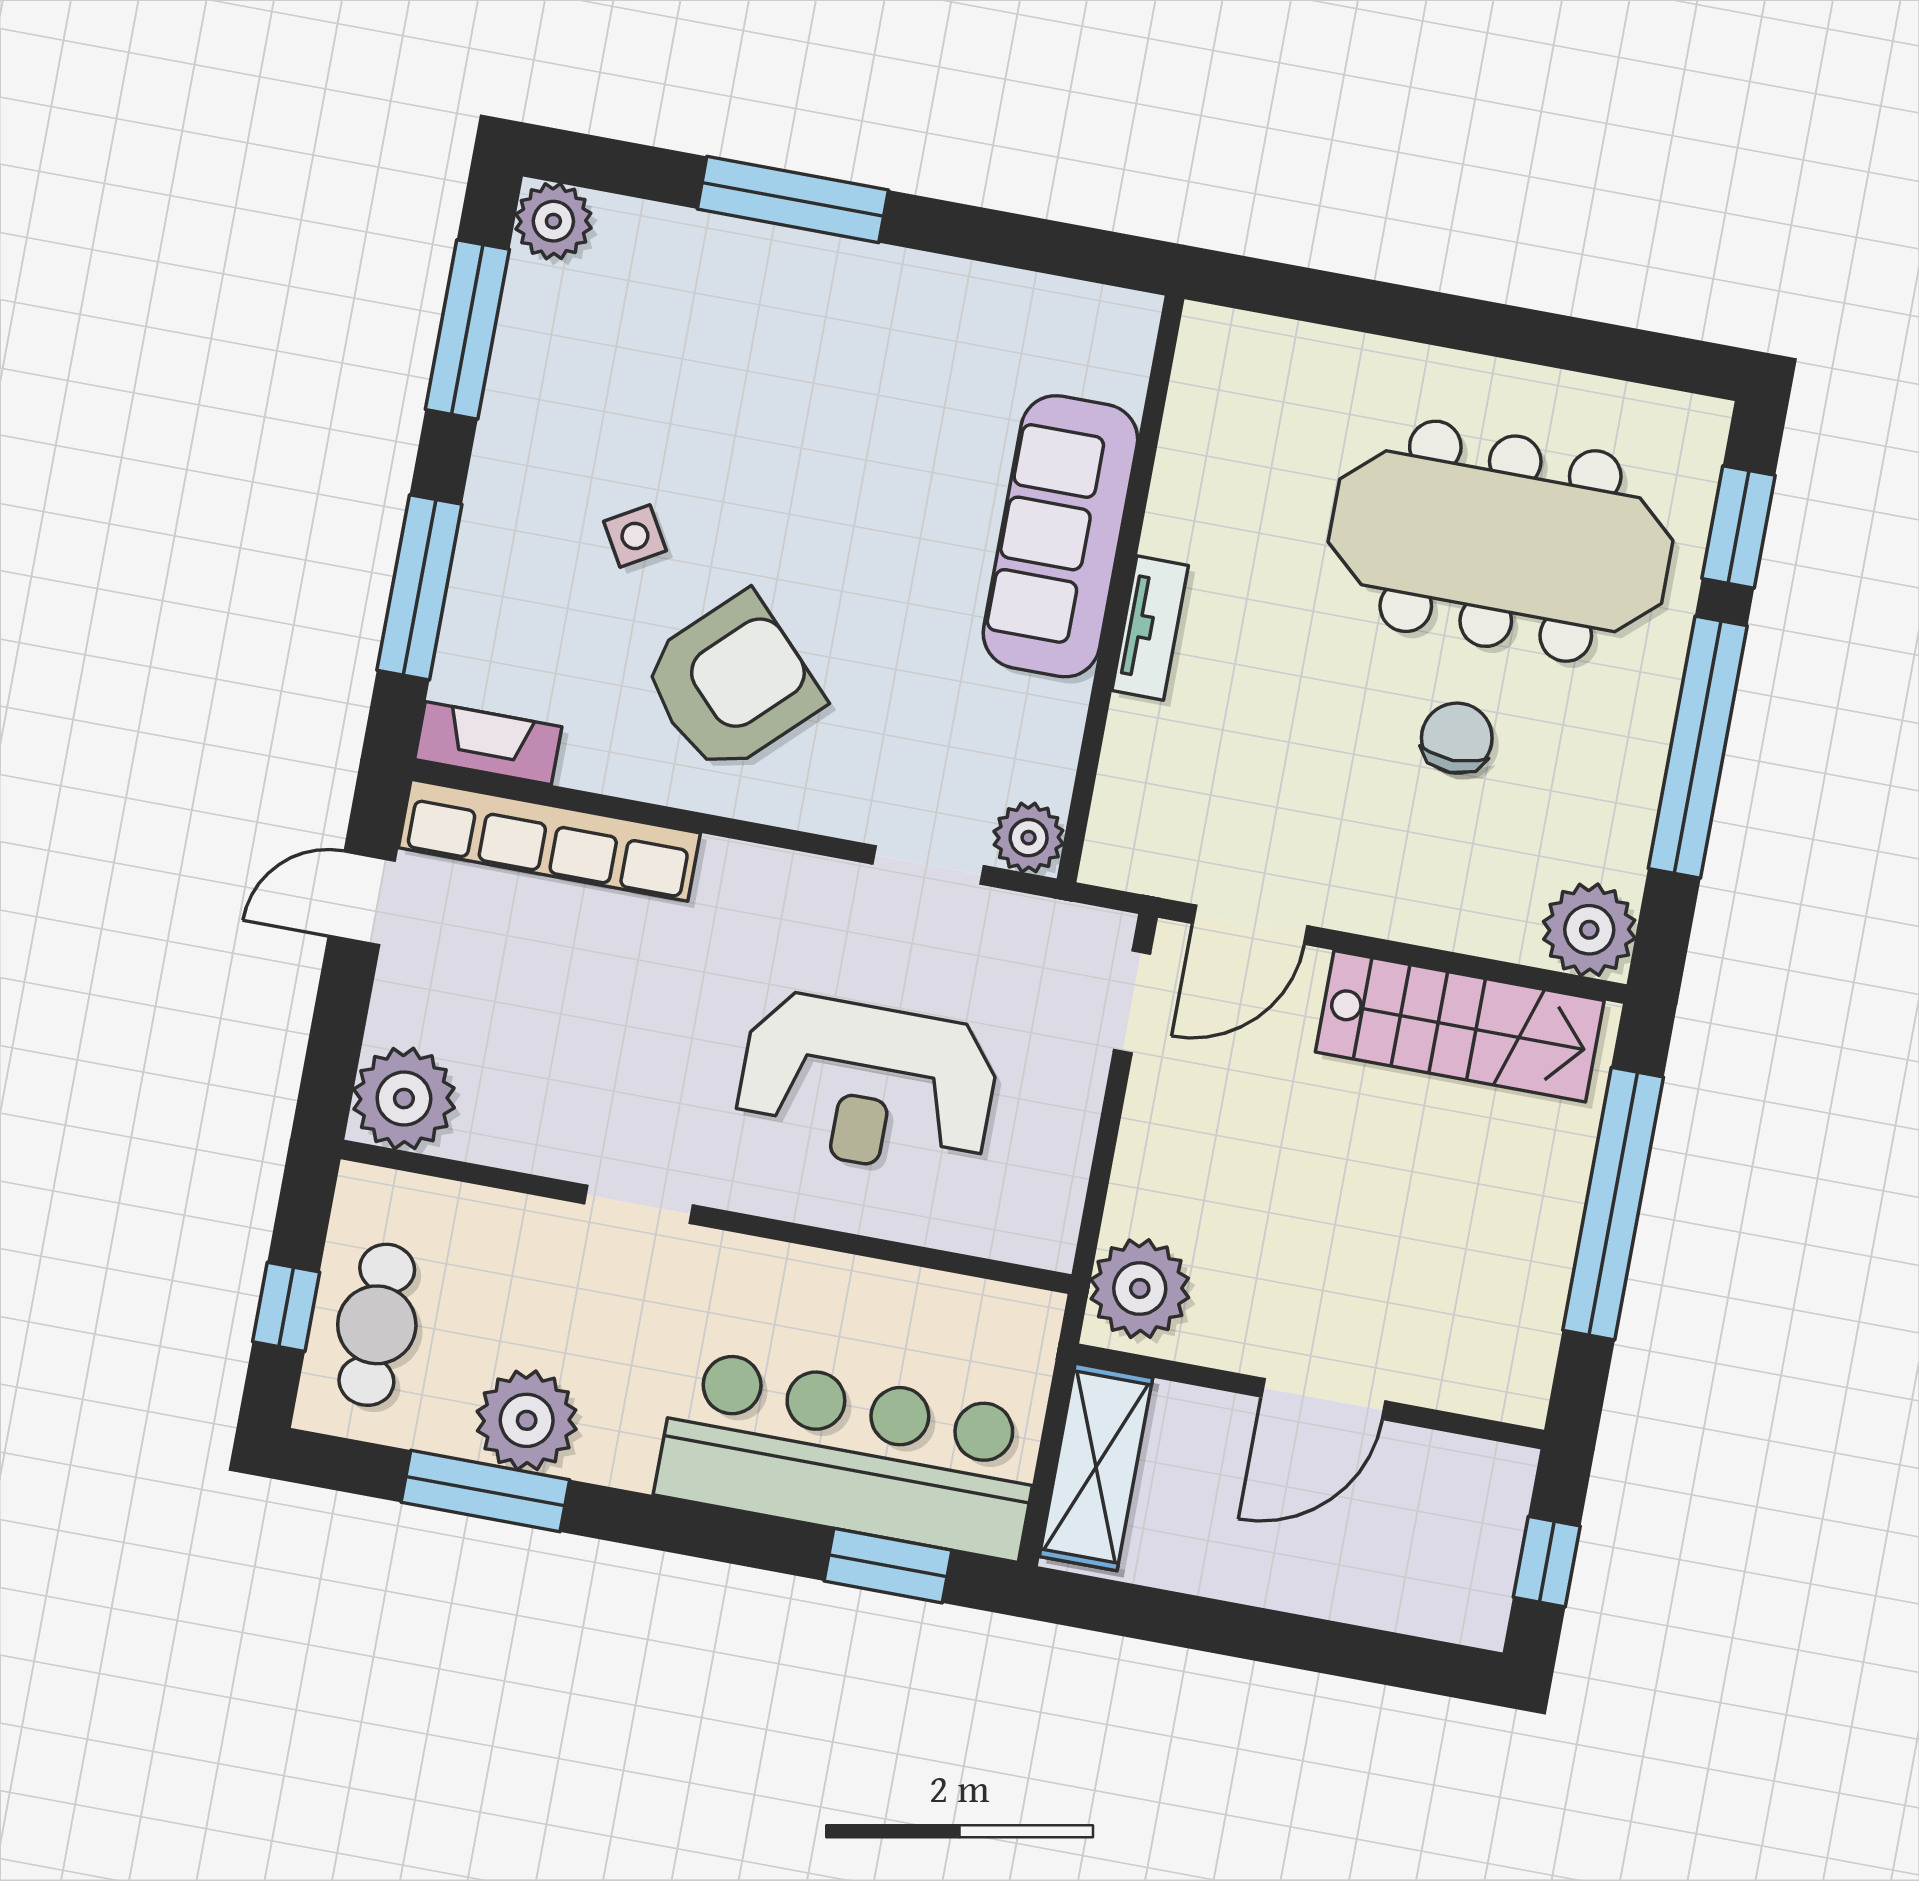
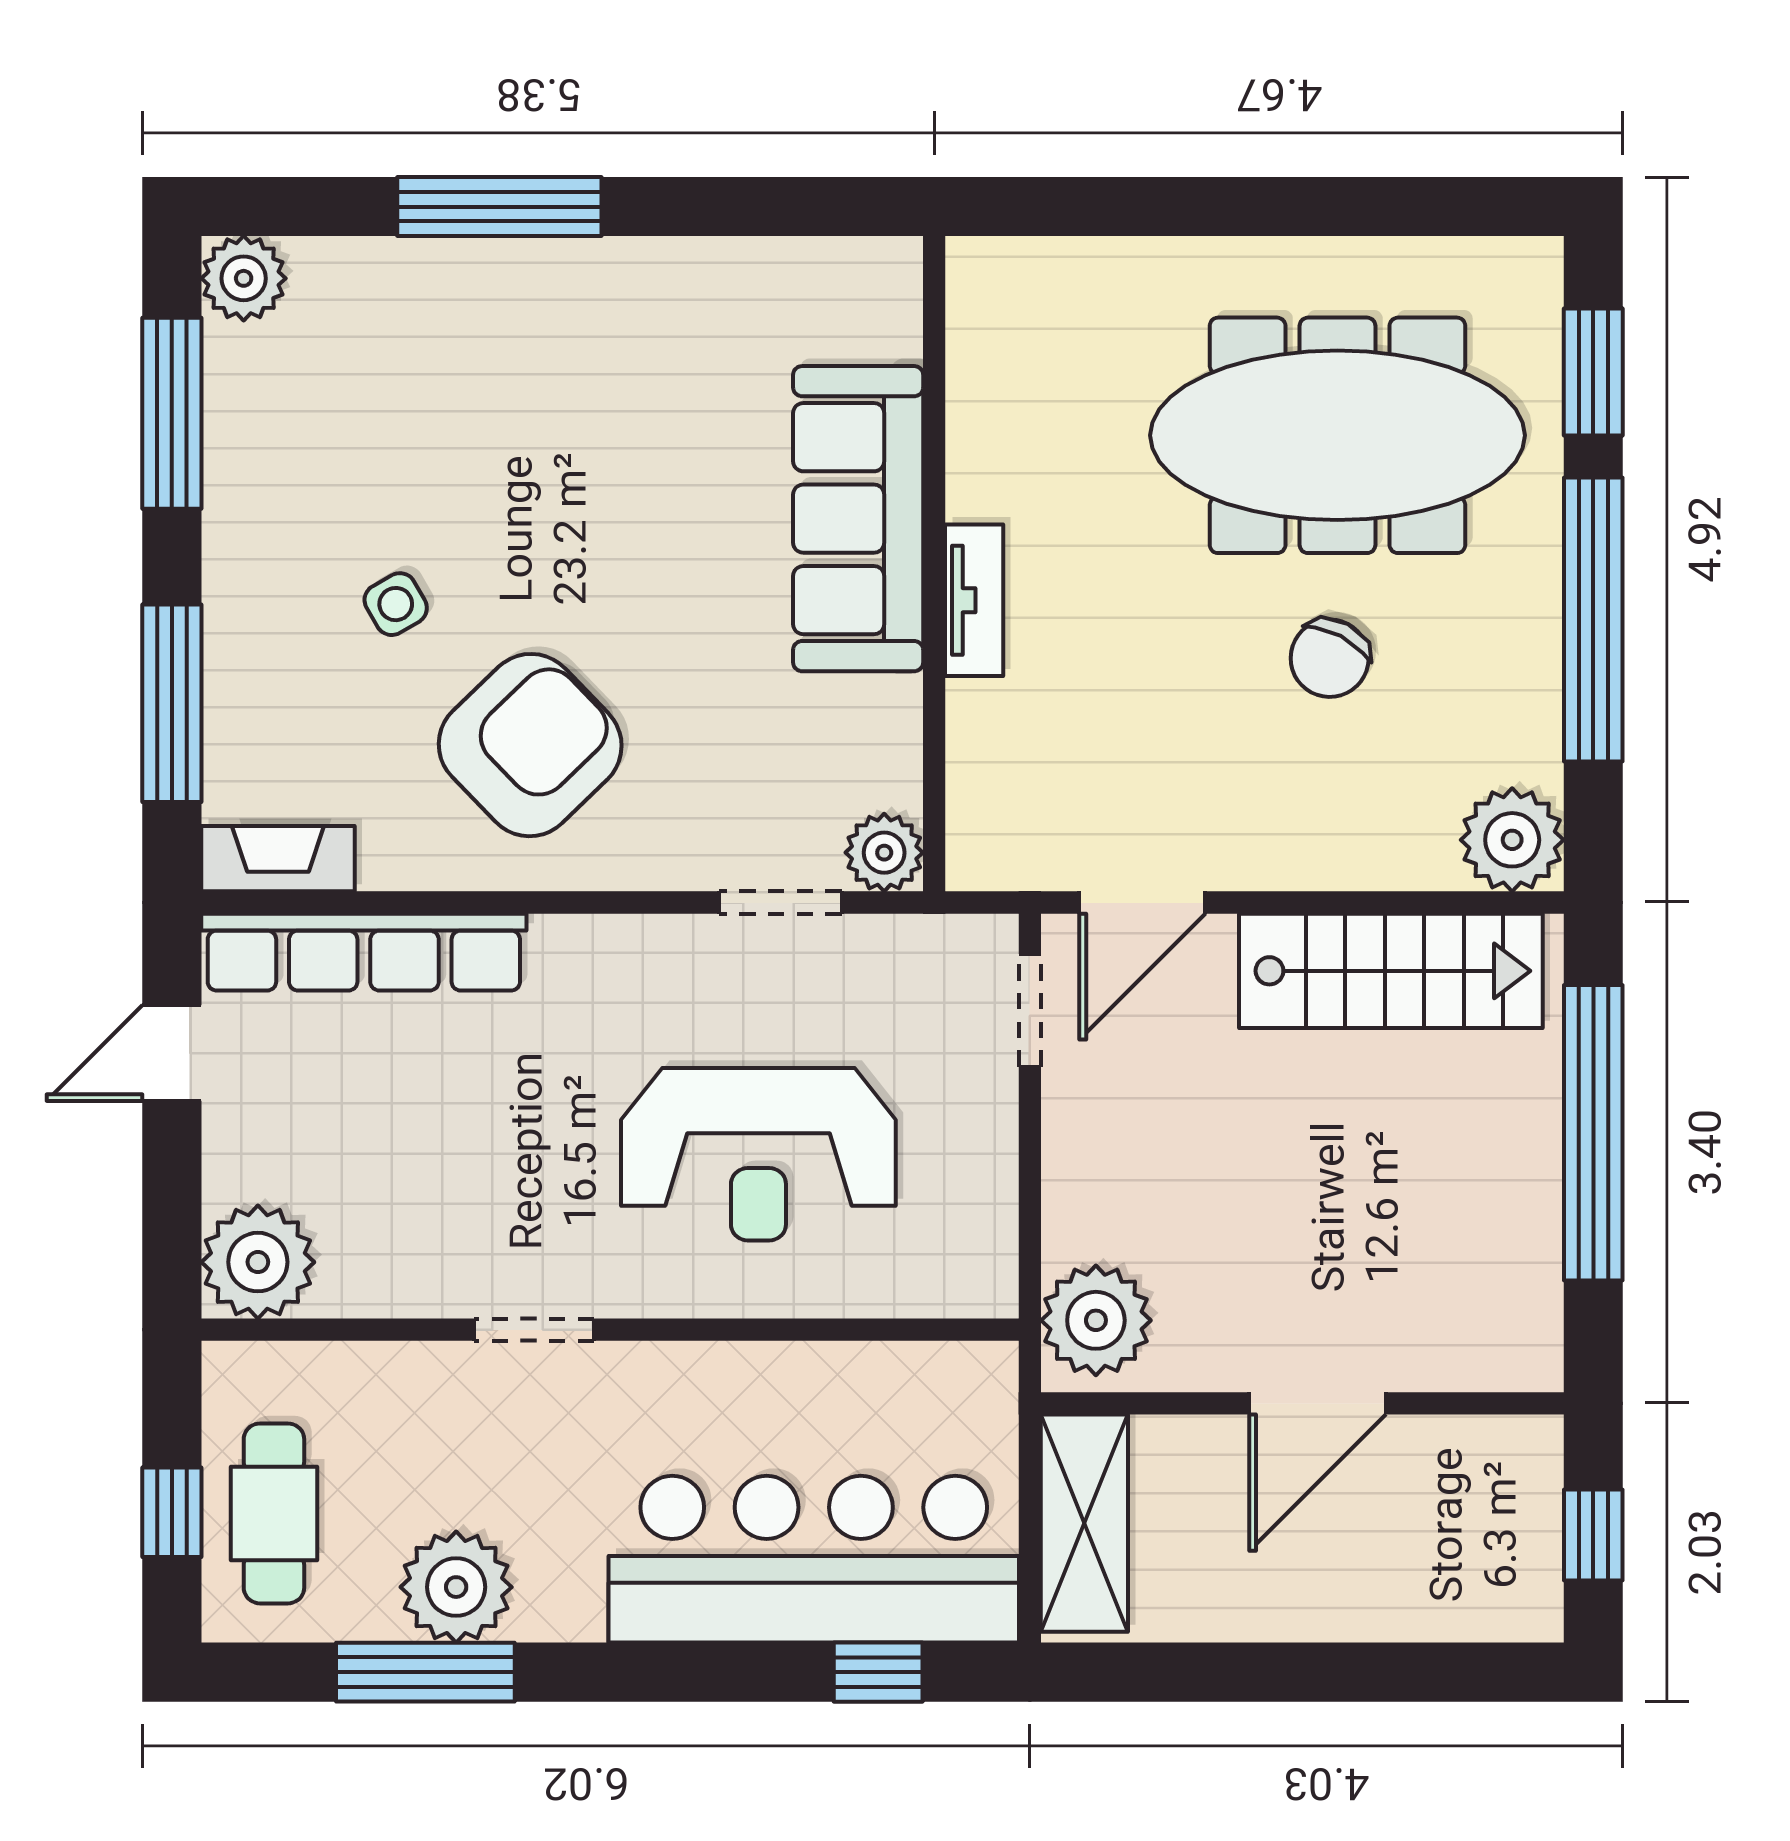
chair: (1457, 738) -> (1330, 658), turned -152
window: (888, 1566) -> (878, 1672), width x0.67

